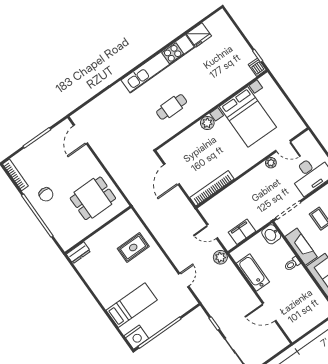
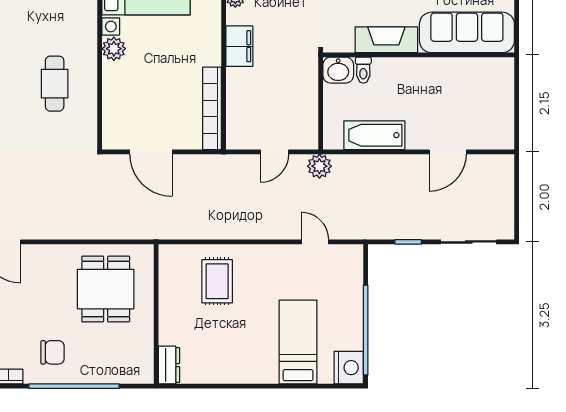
filing cabinet: (242, 232) -> (239, 46), moved, turned 180
toilet: (292, 264) -> (363, 70), moved

